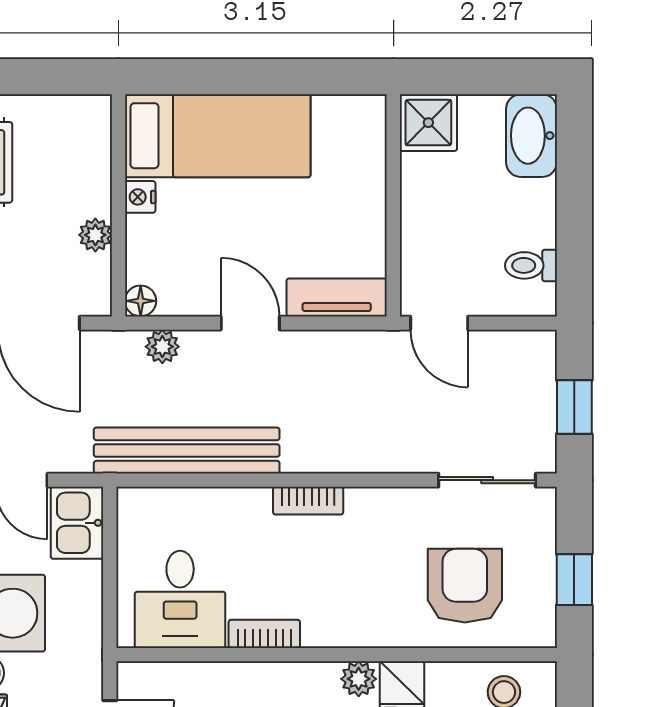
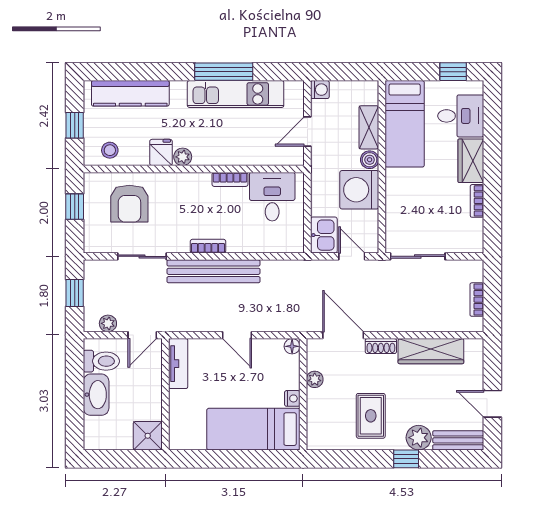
washbasin: (531, 136) -> (96, 395), moved
toilet: (531, 265) -> (101, 361), width x1.37, depth x1.39
tv unit: (337, 297) -> (178, 364), moved, turned -90
door: (439, 323) -> (142, 335), swing flipped
plant: (162, 347) -> (108, 323), moved
bench: (187, 450) -> (214, 271), moved
sliding door: (487, 480) -> (142, 256), moved

